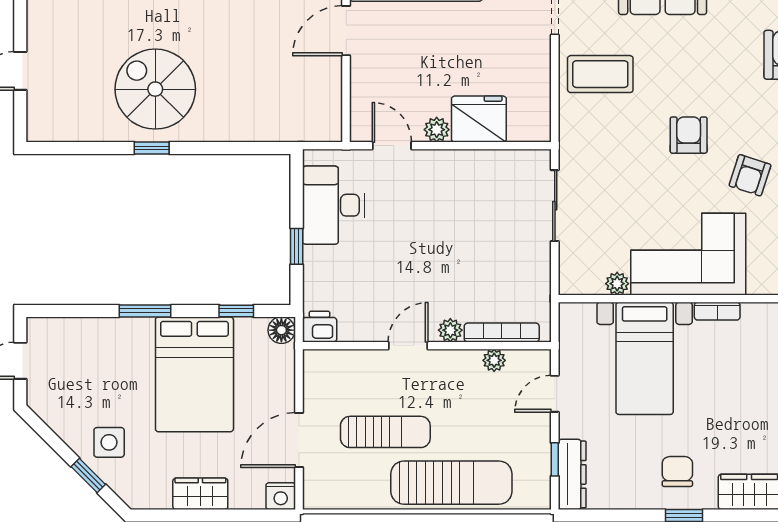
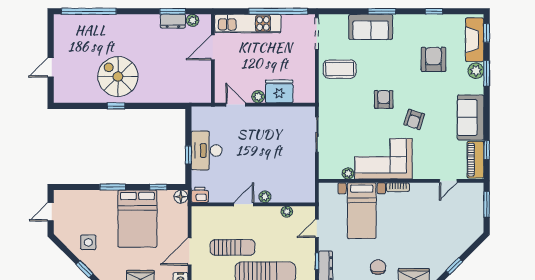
desk: (333, 205) -> (207, 150), moved
bookcase: (502, 333) -> (291, 198), removed
side table: (109, 442) -> (88, 242), moved

